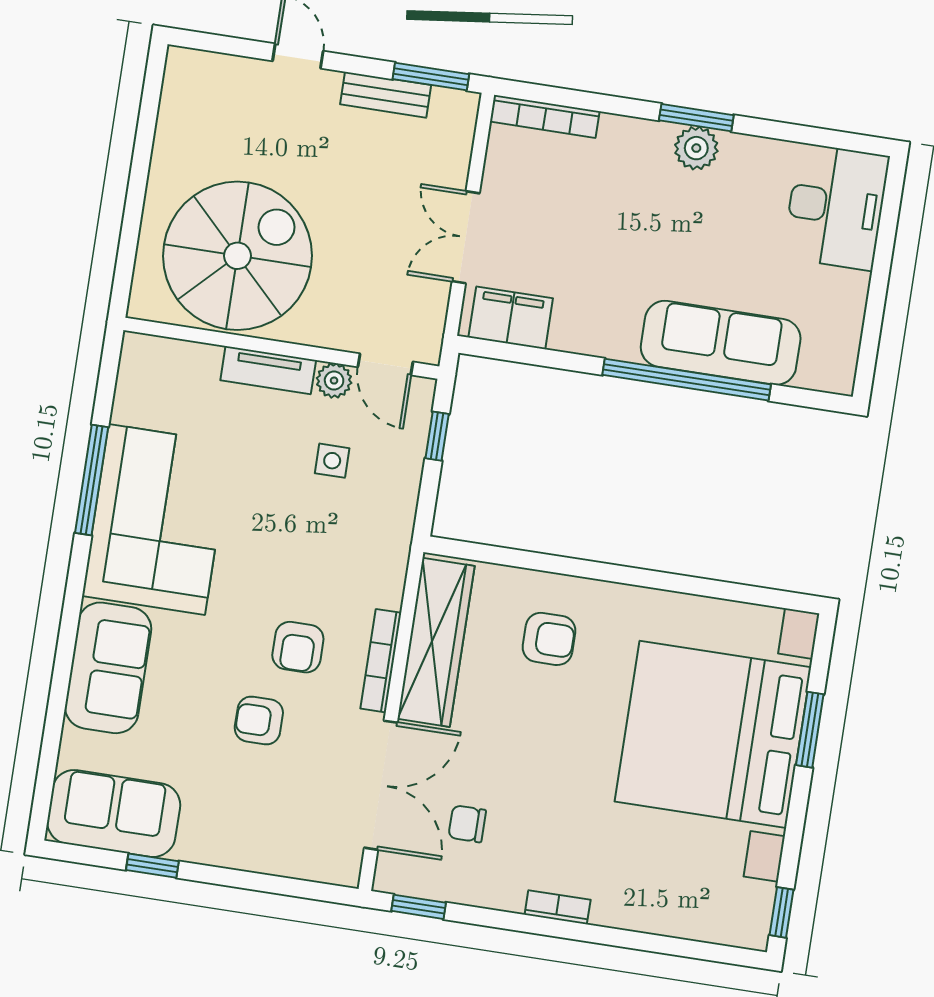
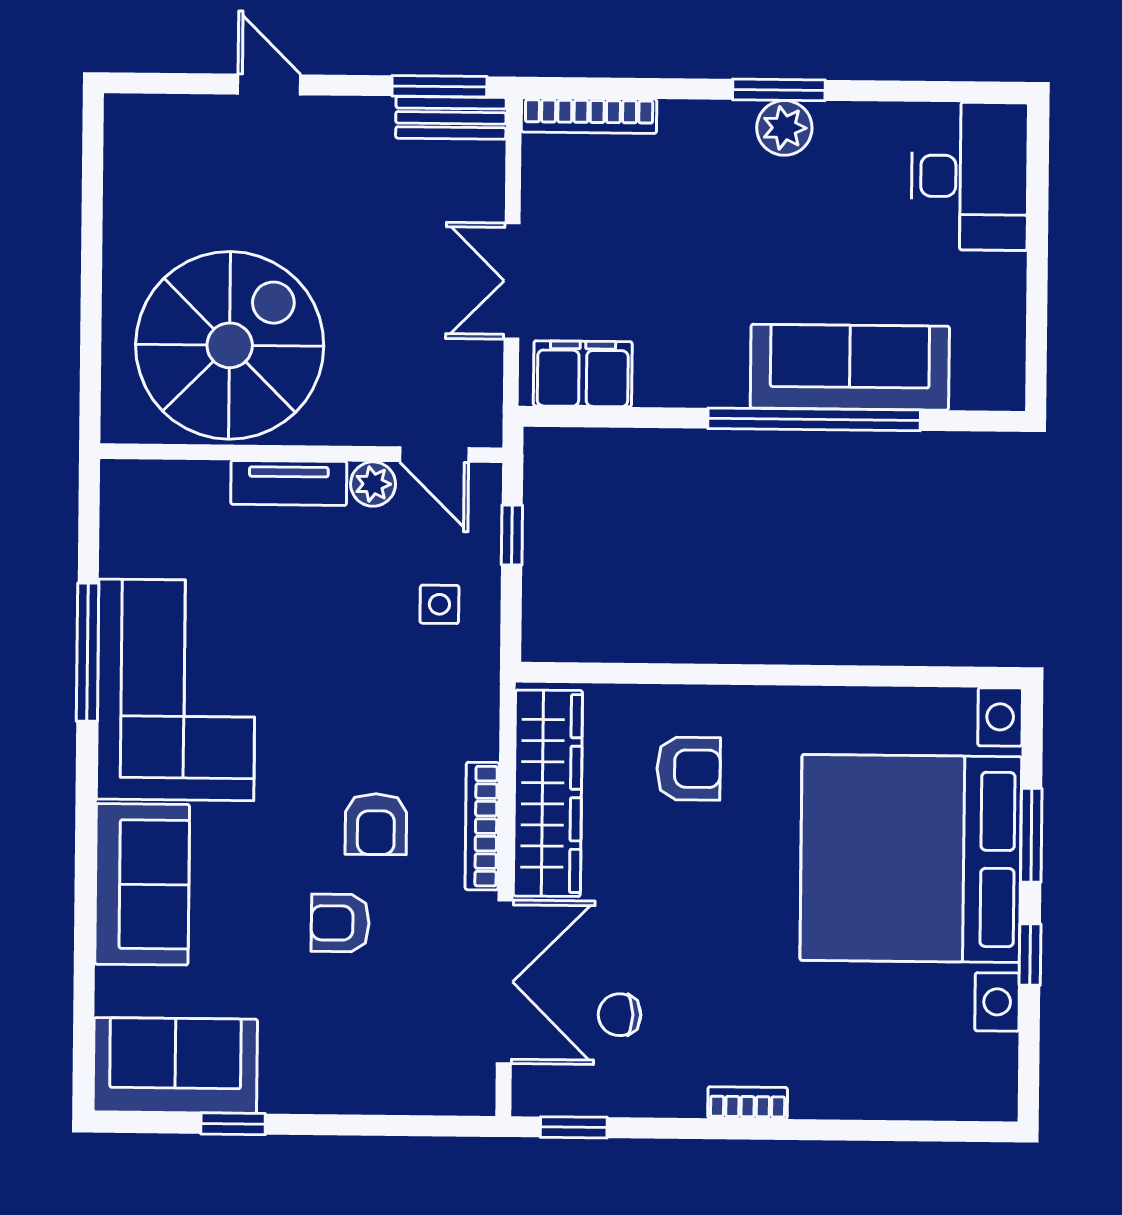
bench: (386, 95) -> (451, 118), moved
side table: (332, 461) -> (439, 604), moved
window: (782, 912) -> (1030, 954), moved

